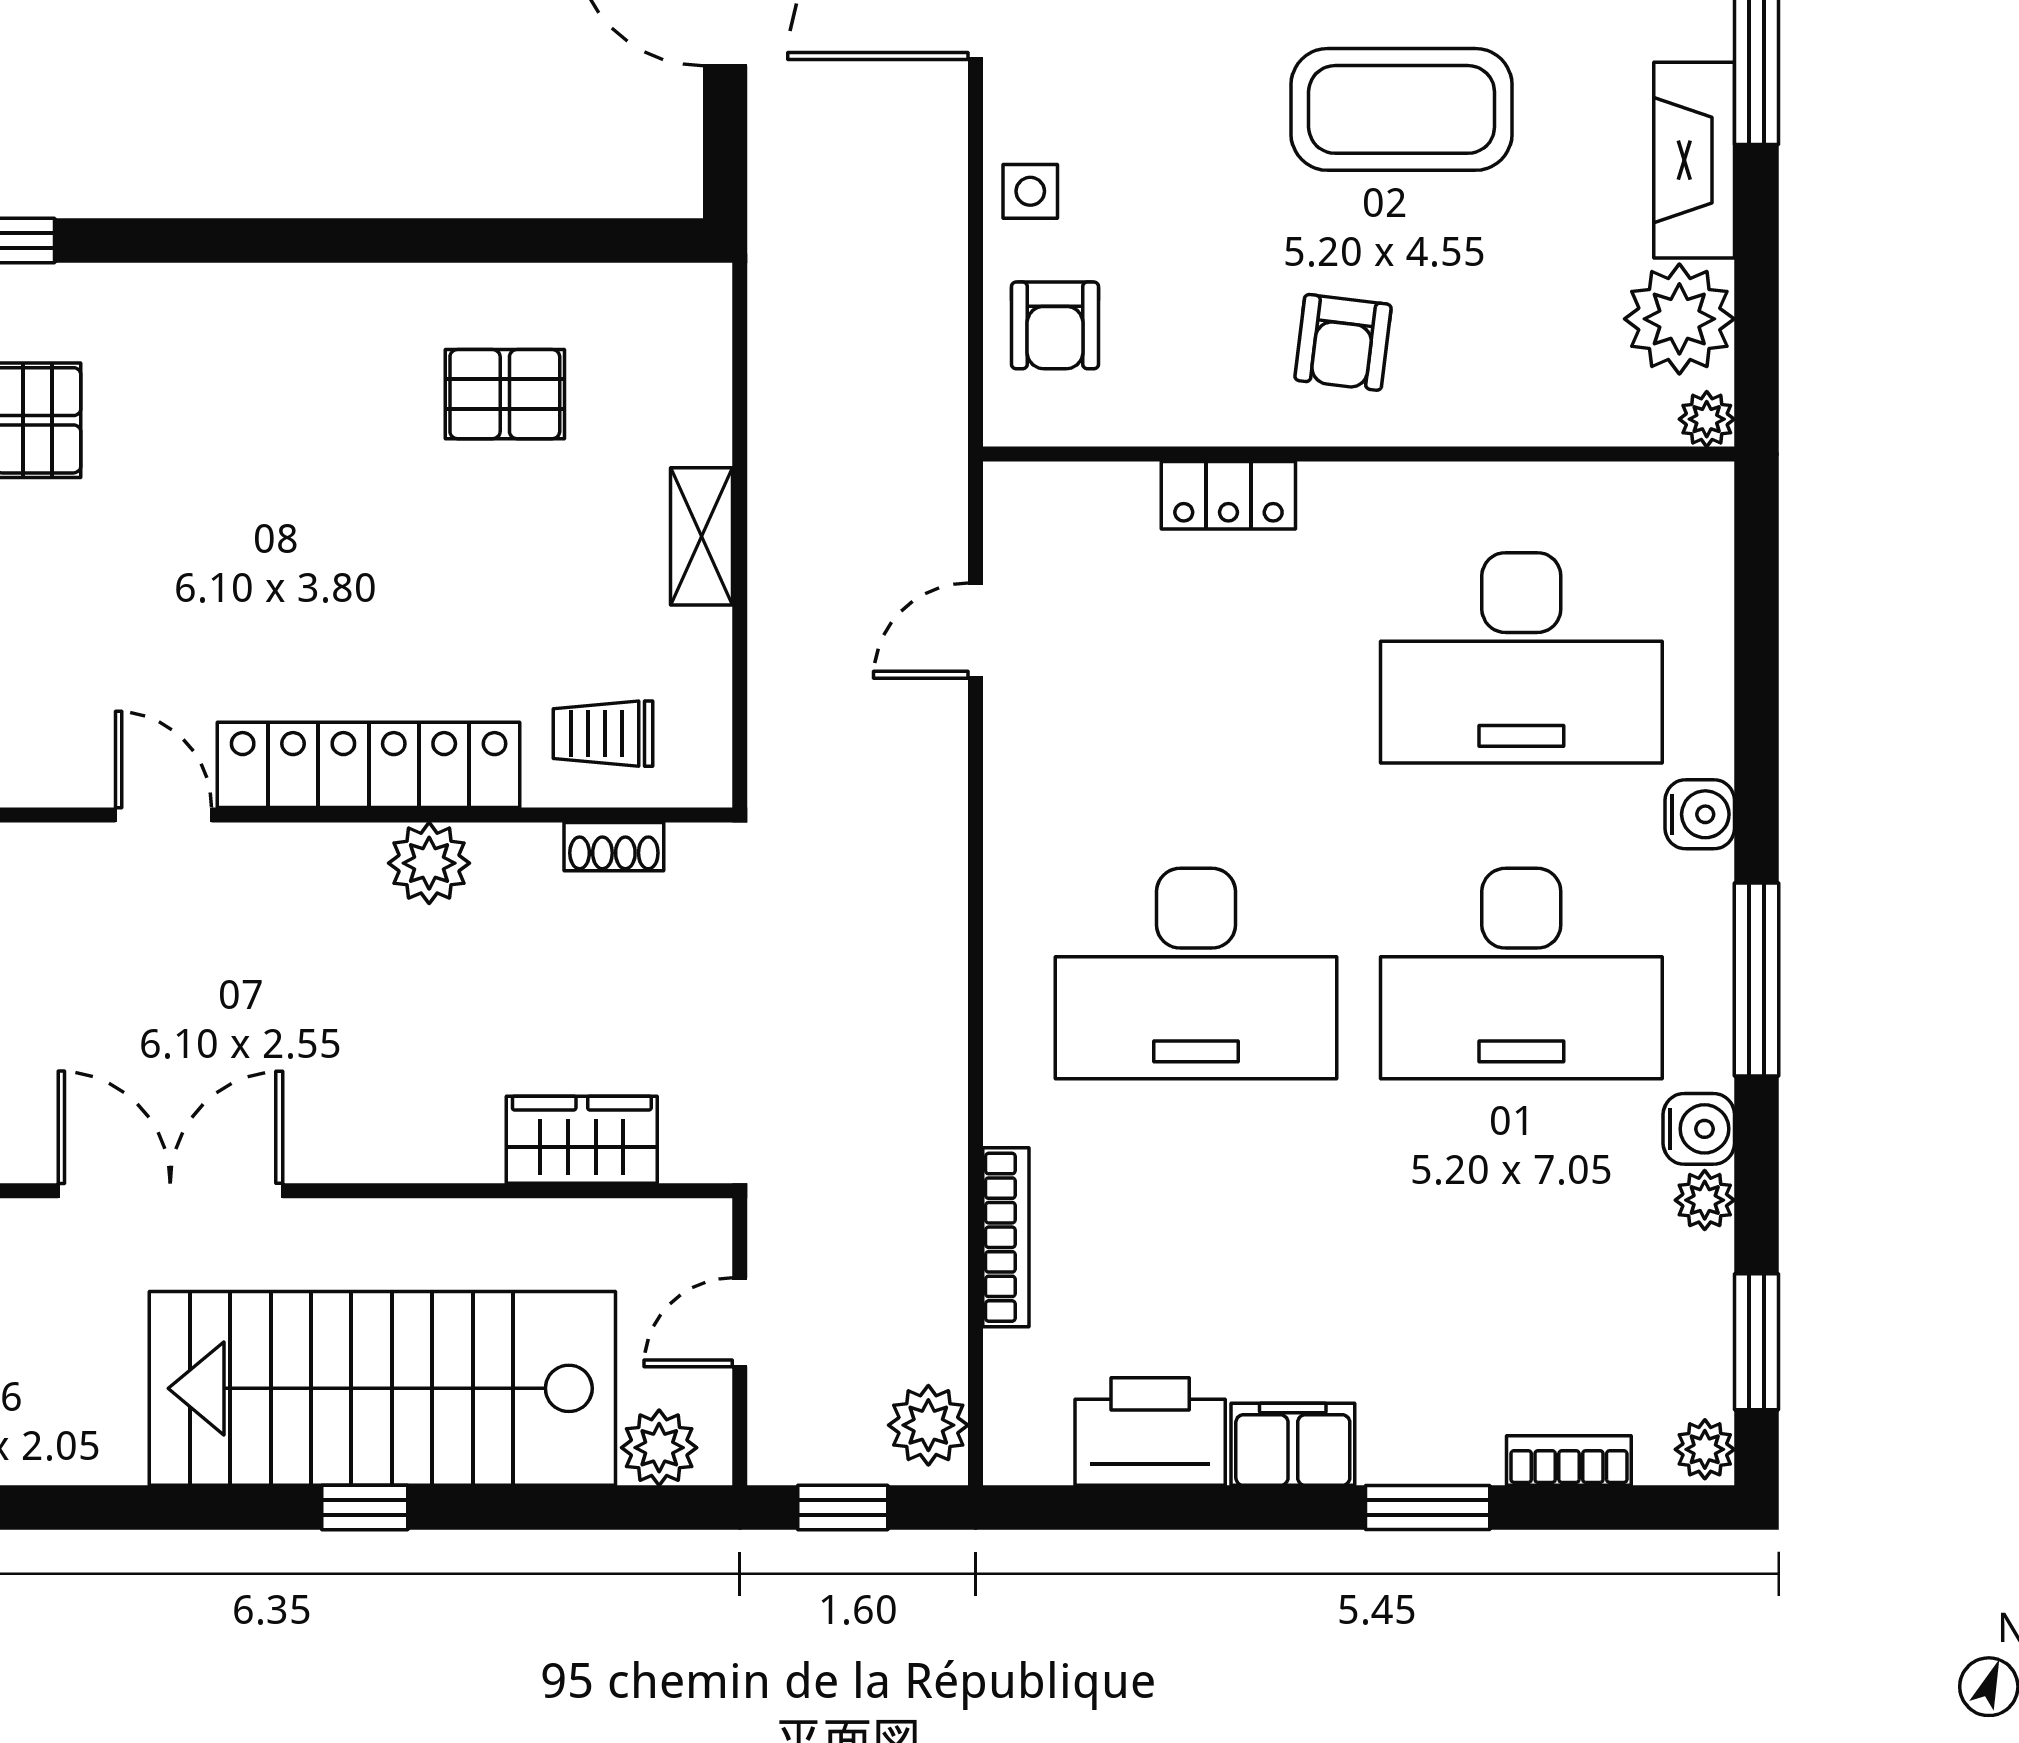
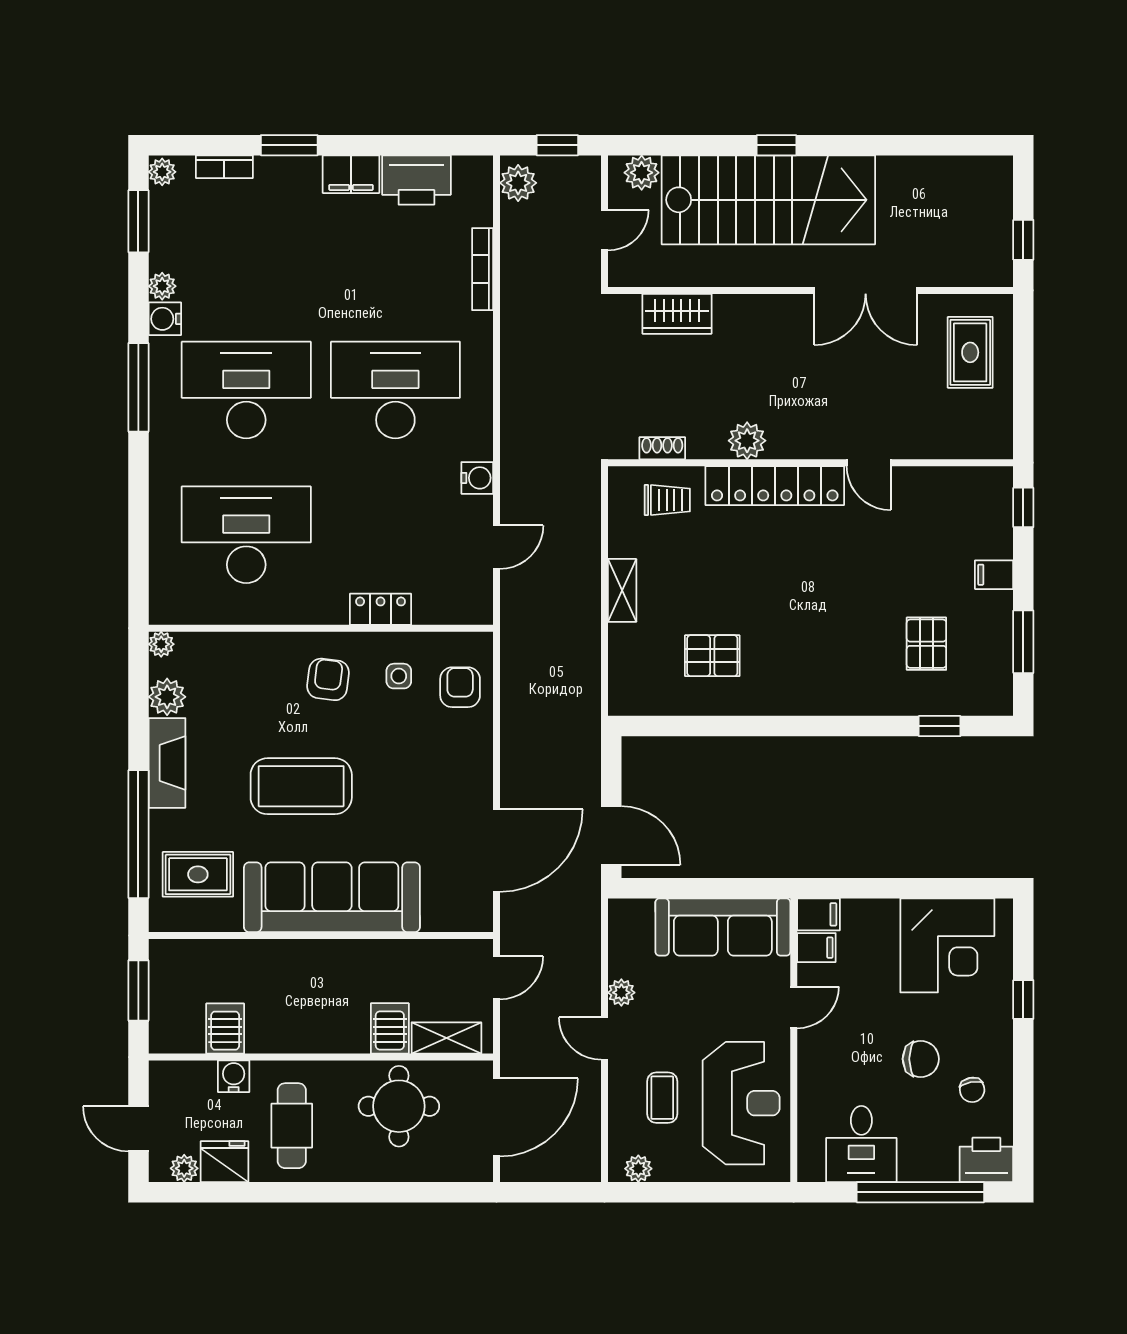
side table: (1030, 191) -> (399, 676), moved
plant: (1679, 319) -> (167, 697), width x0.73, depth x0.73
water cooler: (1700, 814) -> (477, 478), moved, turned 180

